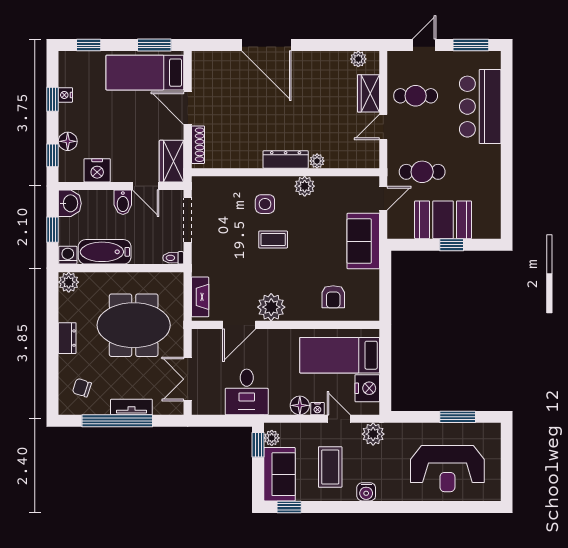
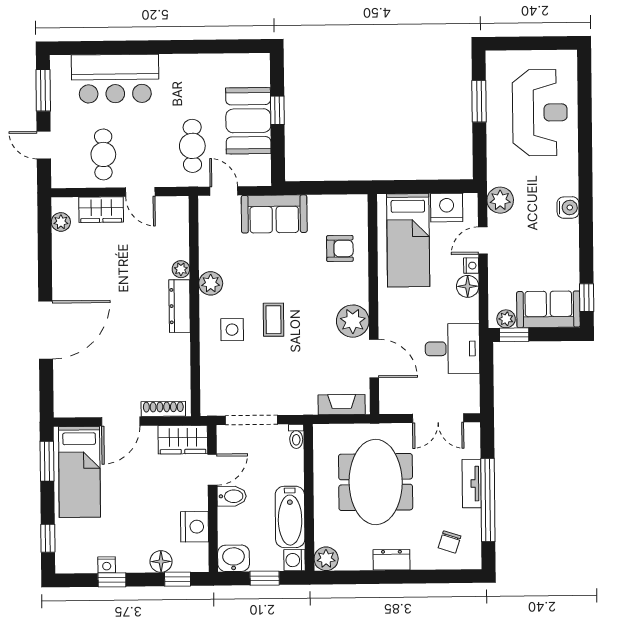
coffee table: (330, 467) -> (539, 250), removed

